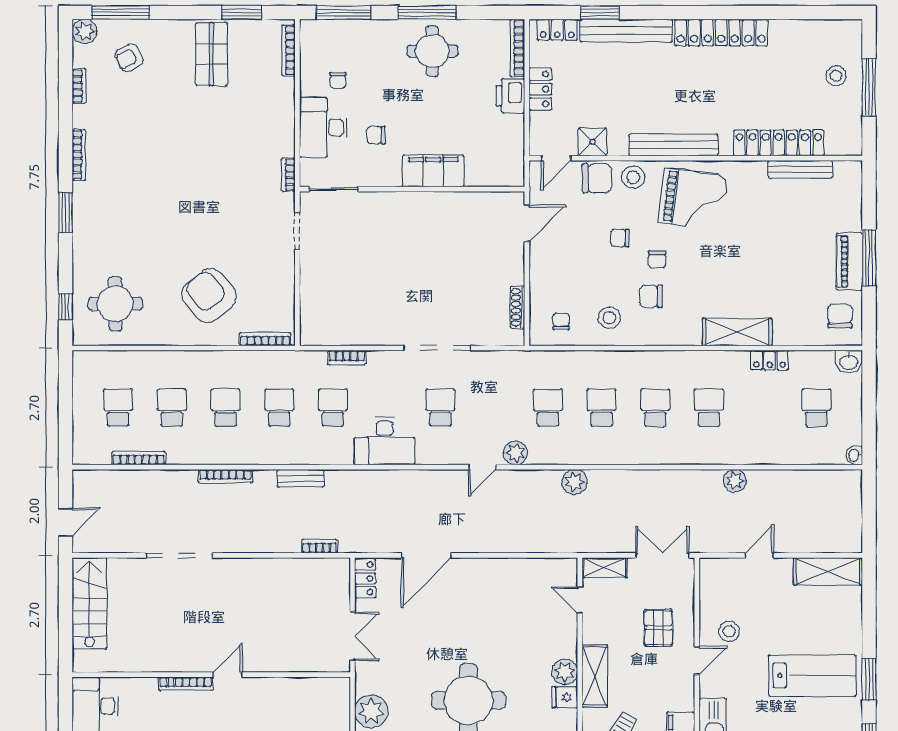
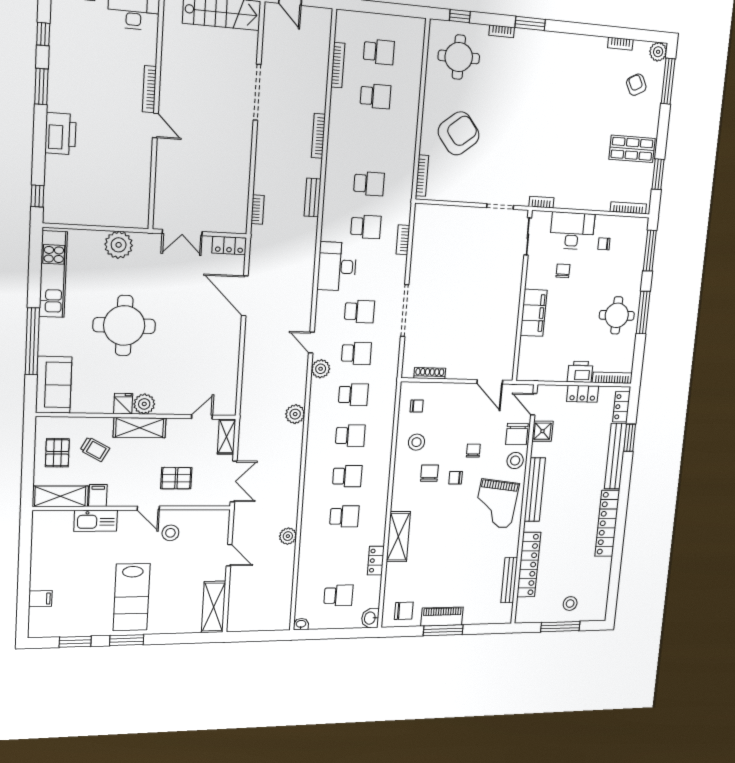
bookcase: (79, 155) -> (502, 31), moved, width x0.64
school desk: (226, 408) -> (356, 353), moved

